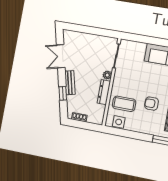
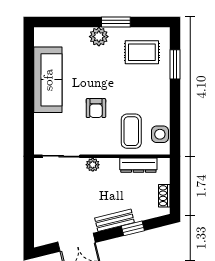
dresser: (104, 92) -> (138, 165), moved
armchair: (152, 104) -> (96, 108), moved

